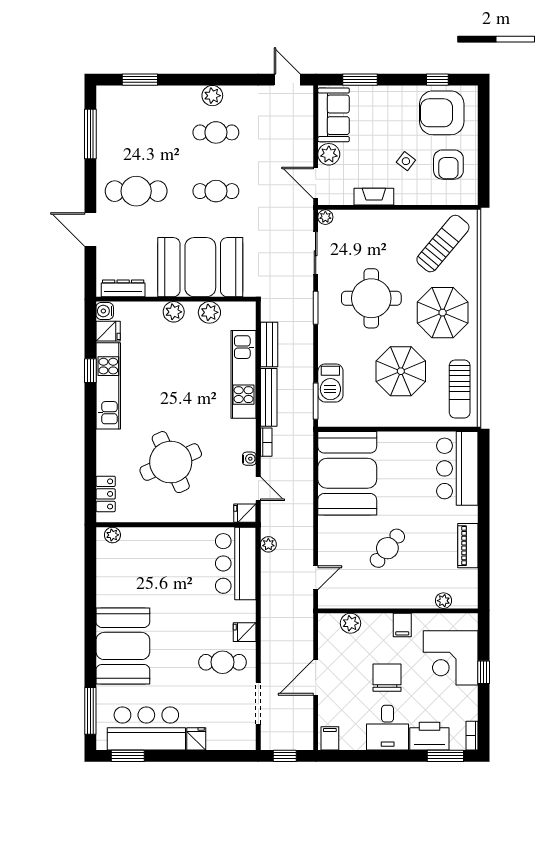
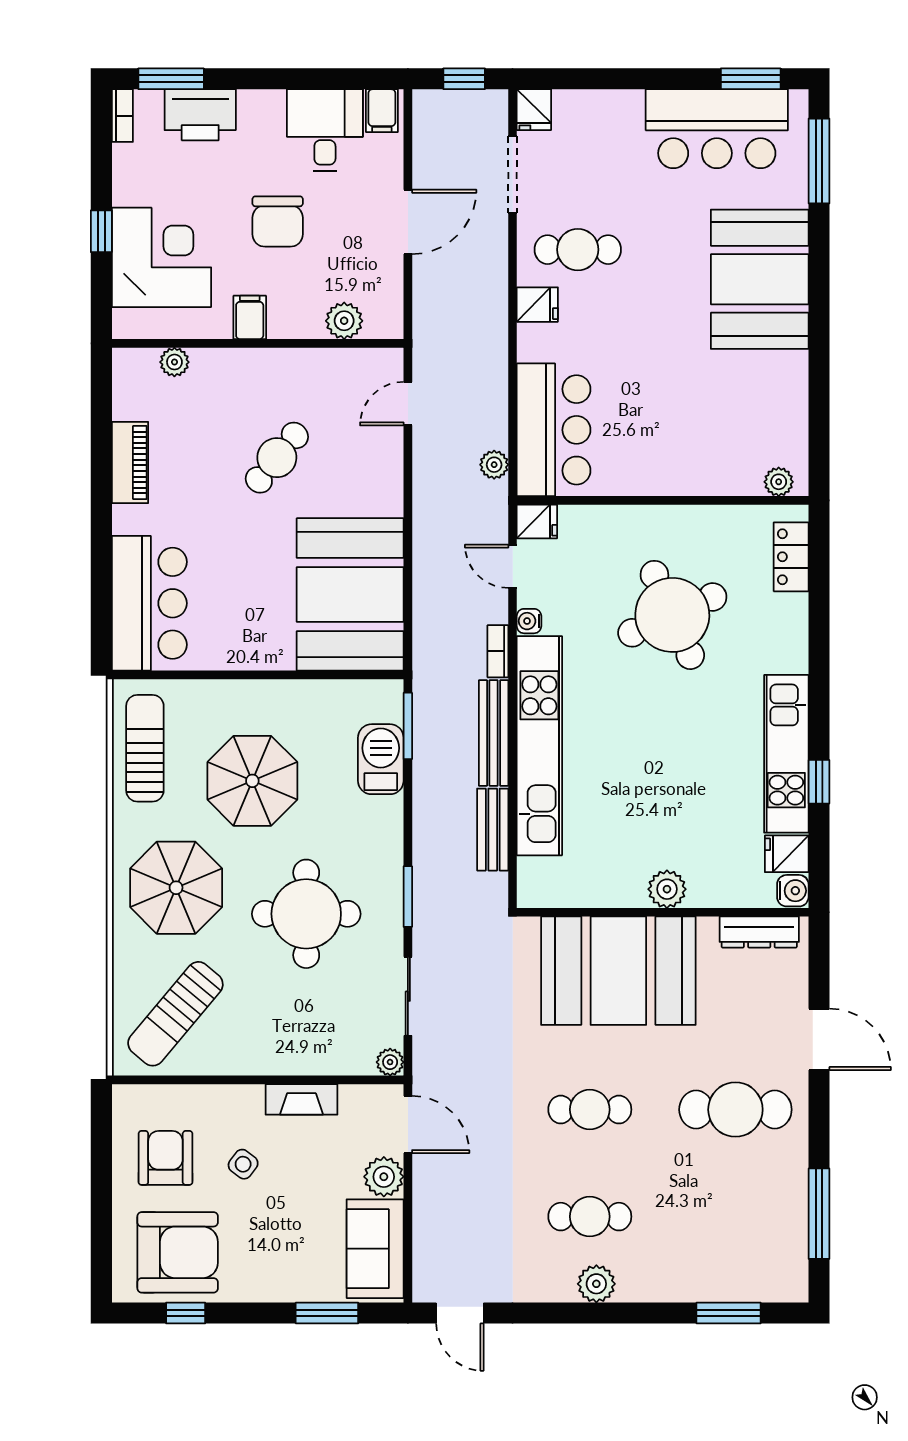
plant: (209, 312) -> (602, 888), removed
kitchen unit: (244, 374) -> (539, 746), width x1.36
desk: (388, 728) -> (325, 130), moved
fridge: (196, 739) -> (534, 110), moved

